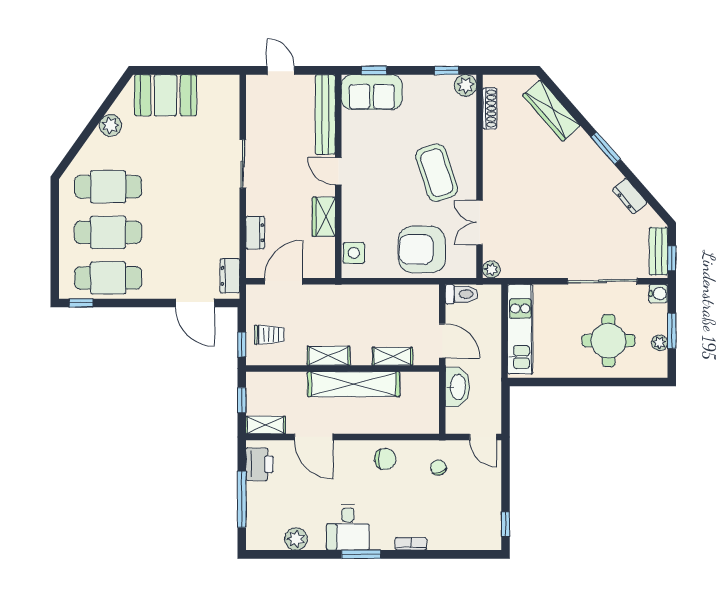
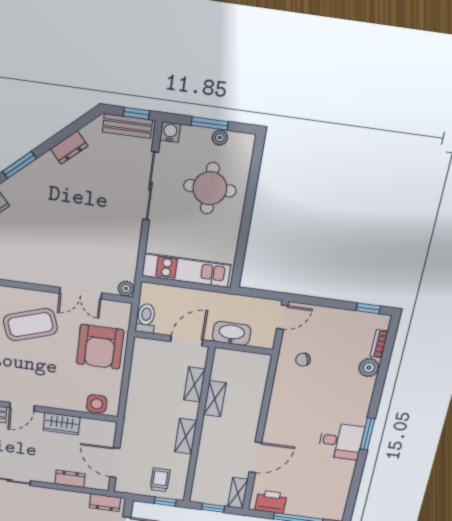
shelving: (354, 384) -> (215, 399), width x0.45, depth x0.75
chair: (385, 459) -> (286, 403), removed
plant: (296, 539) -> (369, 368), moved
bookcase: (411, 544) -> (379, 344), moved

